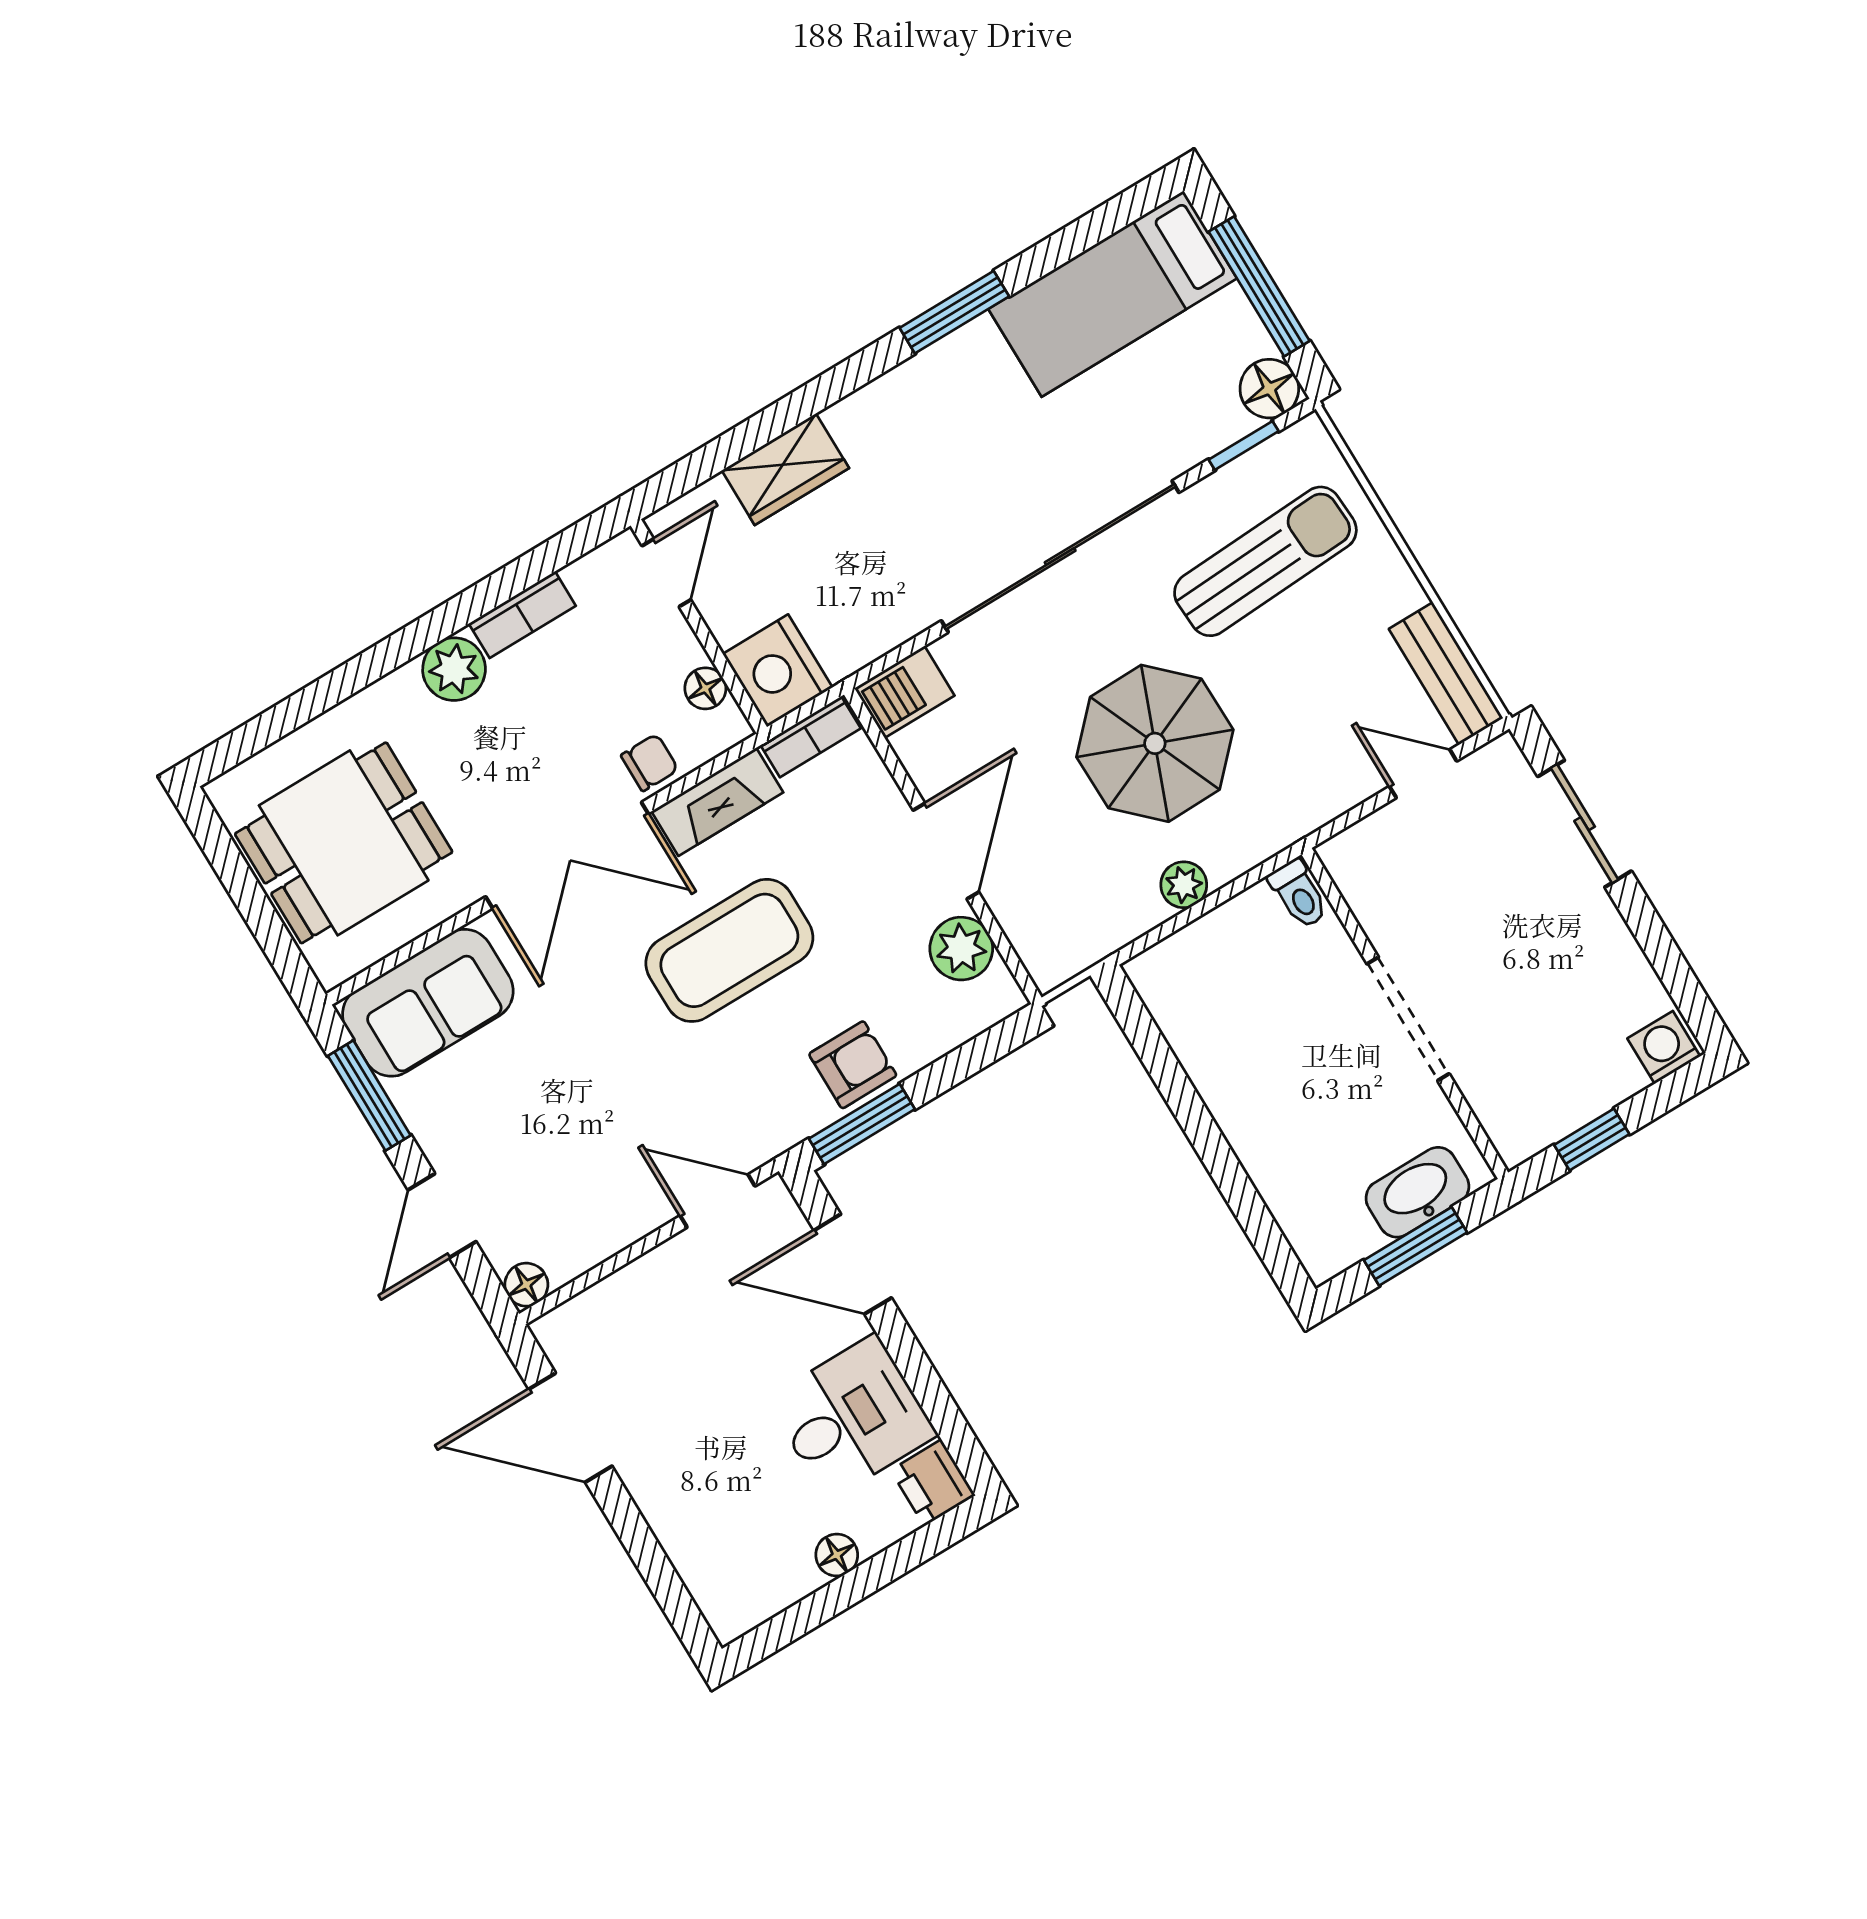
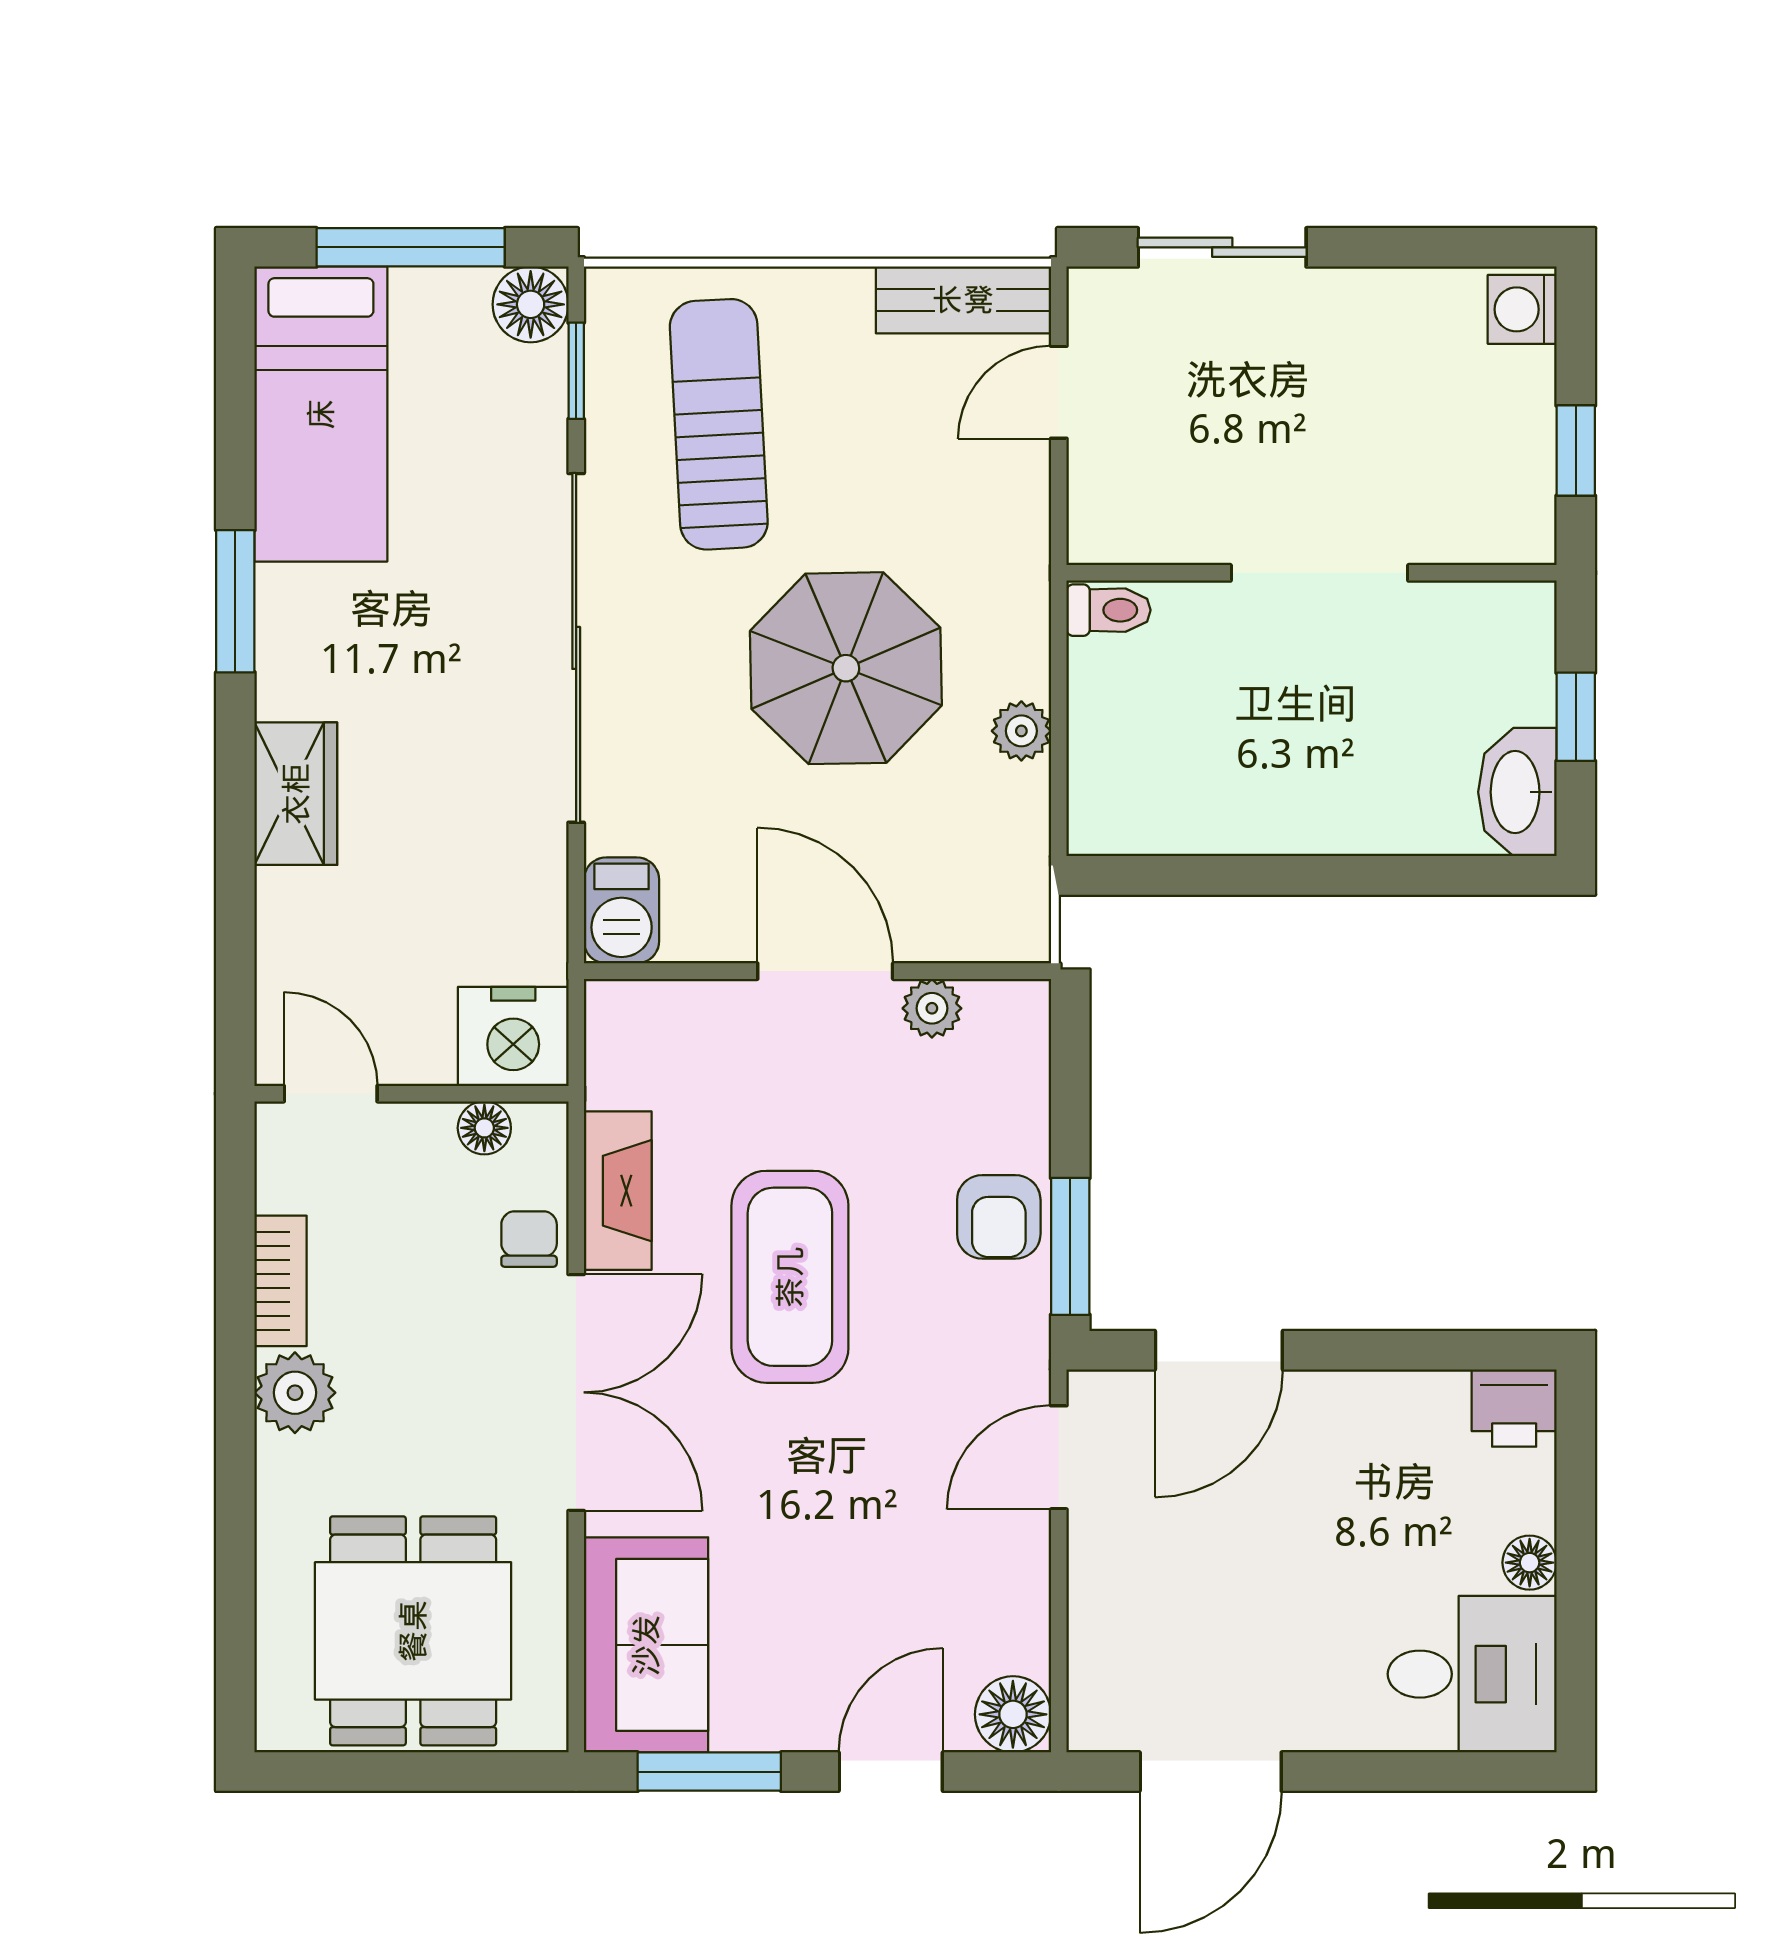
wardrobe: (785, 469) -> (296, 794), moved
bookcase: (811, 737) -> (608, 1044), removed
plant: (961, 949) -> (932, 1008), width x0.73, depth x0.73
armchair: (853, 1065) -> (999, 1217), turned 180
washbasin: (1417, 1192) -> (1517, 792), moved
door: (442, 1216) -> (891, 1772), swing flipped
window: (1415, 1246) -> (1576, 717), width x0.67
floor lamp: (526, 1285) -> (1013, 1714), width x1.37, depth x1.37
desk: (852, 1417) -> (1472, 1674), moved, turned 90

